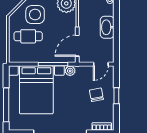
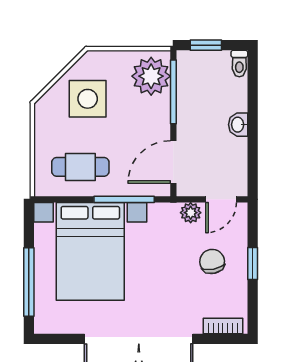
washbasin: (107, 27) -> (238, 125), width x0.52, depth x0.69
cafe table: (28, 36) -> (80, 167), moved
plant: (70, 71) -> (191, 213), moved

